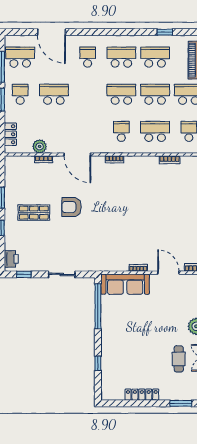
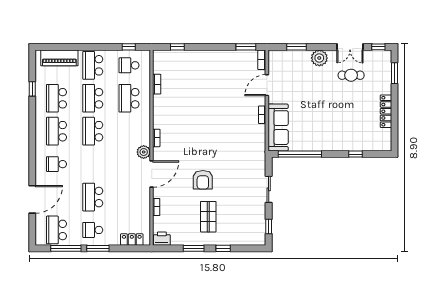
school desk: (121, 131) -> (129, 131), removed
plant: (40, 146) -> (144, 152), moved
printer: (11, 259) -> (162, 239), moved

